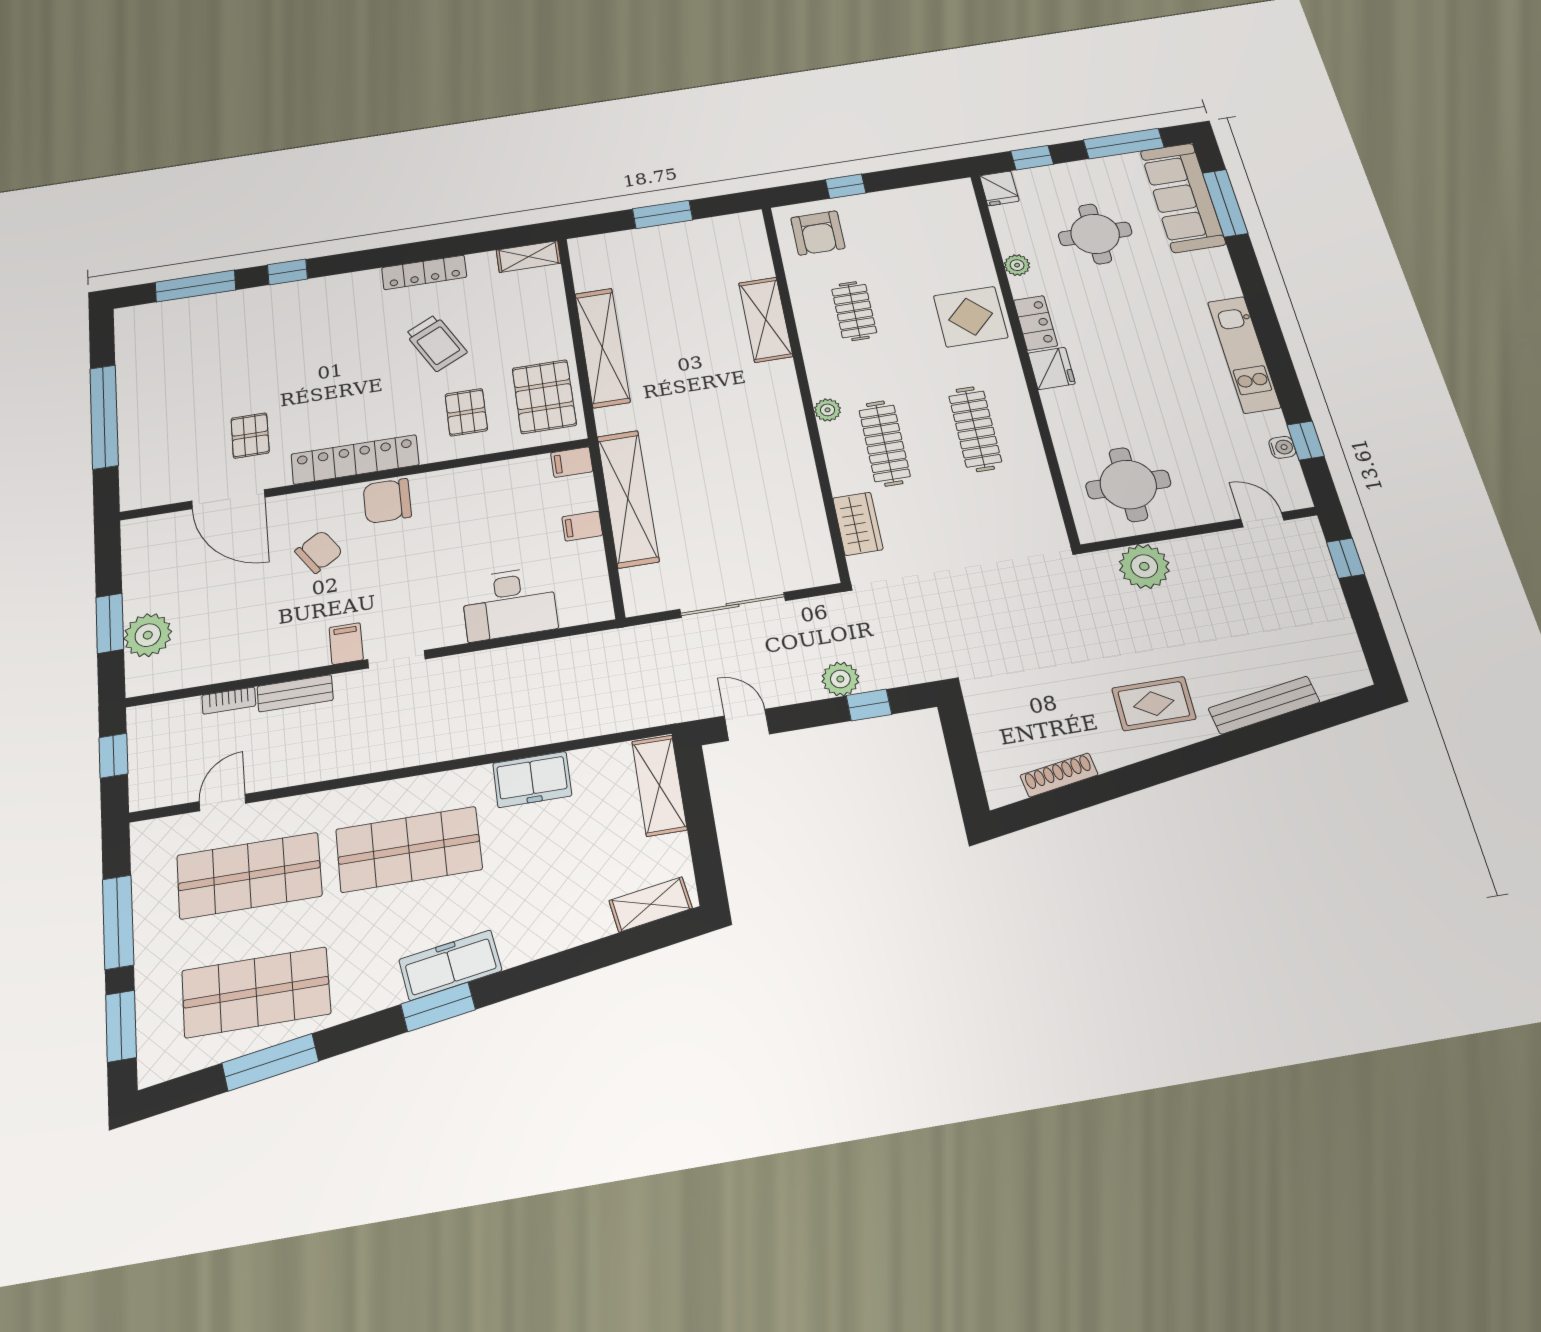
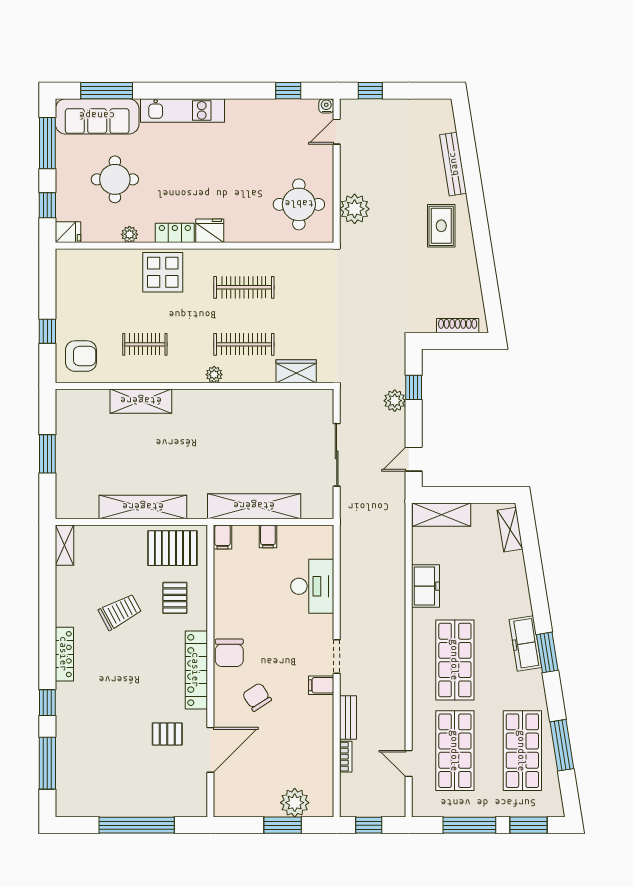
locker: (424, 272) -> (64, 654), moved
kitchen unit: (1244, 354) -> (182, 110), moved
pallet: (466, 412) -> (175, 598), turned 90
water cooler: (1282, 447) -> (326, 106), moved
shoe rack: (1059, 775) -> (458, 326), moved, turned 99

